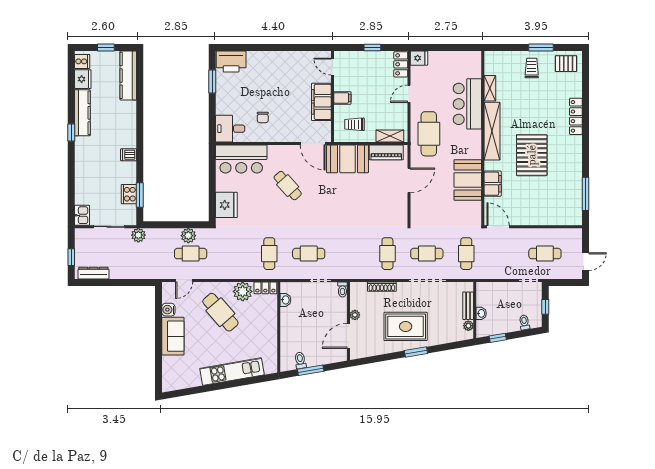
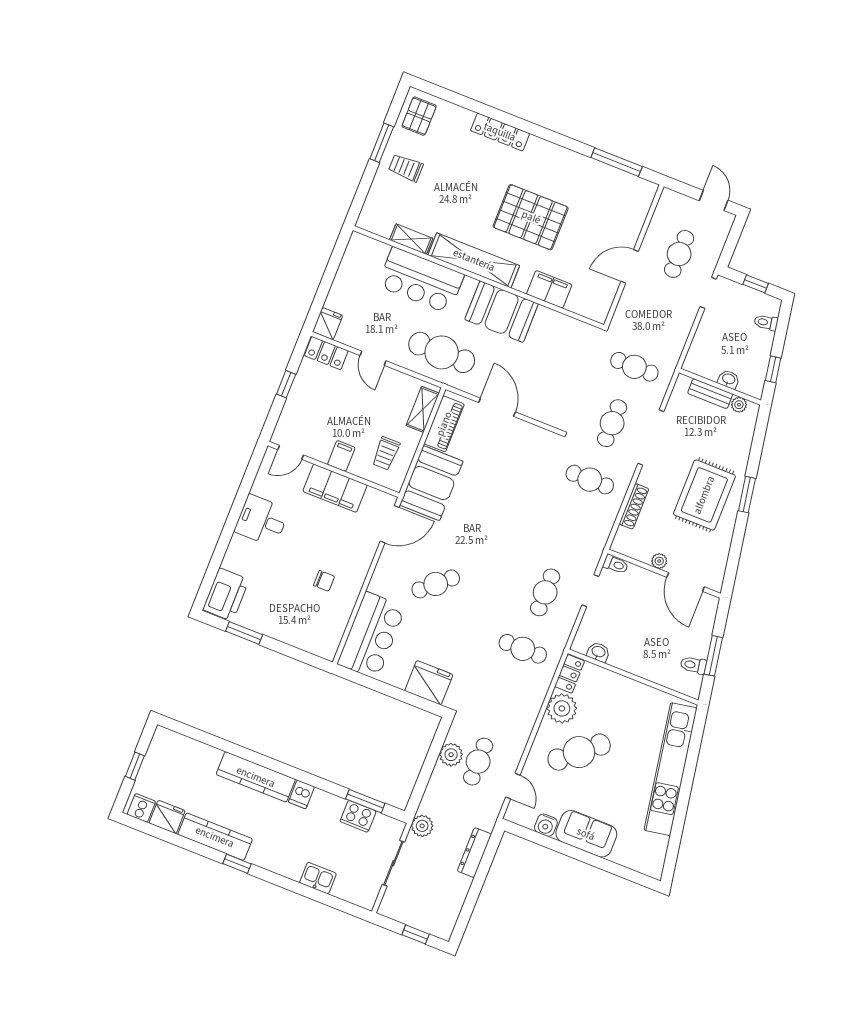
kitchen counter: (128, 75) -> (256, 777), moved
desk: (230, 129) -> (262, 520), moved, turned 90
booth: (468, 180) -> (502, 312), moved
kitchen sink: (82, 215) -> (318, 878), moved
door: (498, 227) -> (630, 266), moved
dresser: (93, 273) -> (474, 853), moved
kitchen unit: (232, 372) -> (671, 769), width x1.36

